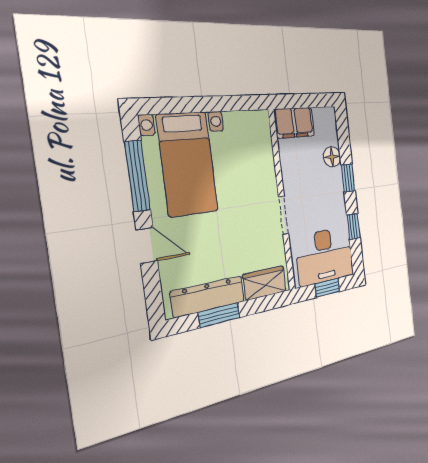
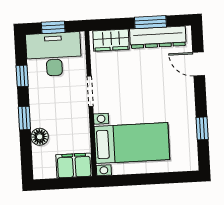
bed with nightstands: (188, 164) -> (132, 143), moved, turned 90
window: (137, 176) -> (202, 128), width x0.46
door: (147, 245) -> (199, 64), moved

